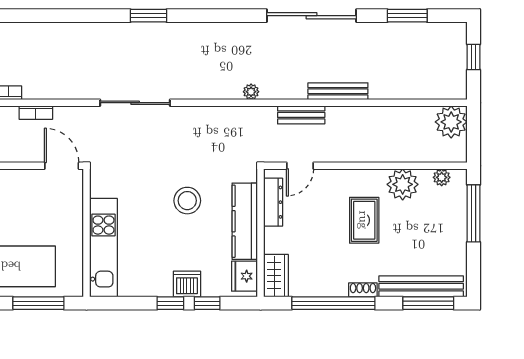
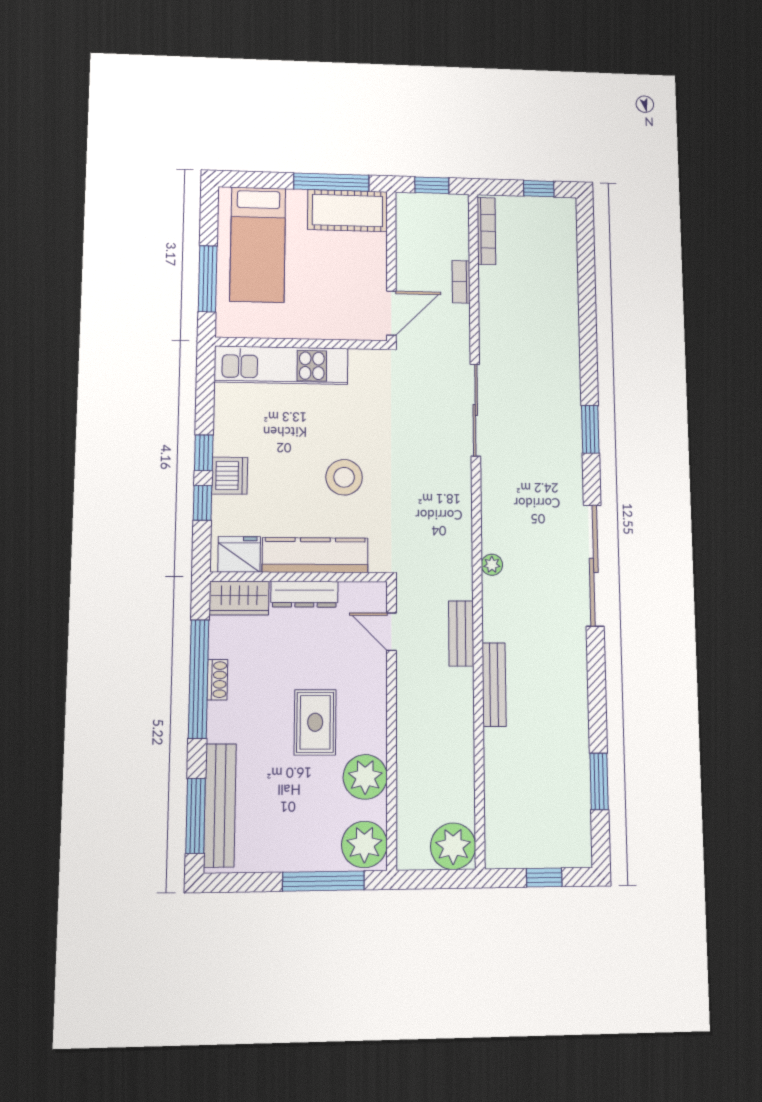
sliding door: (311, 16) -> (594, 565), moved
plant: (442, 177) -> (364, 844), width x1.87, depth x1.87
dresser: (273, 202) -> (304, 594), moved
rug: (364, 220) -> (315, 722), turned 90
shoe rack: (363, 290) -> (217, 680), moved

